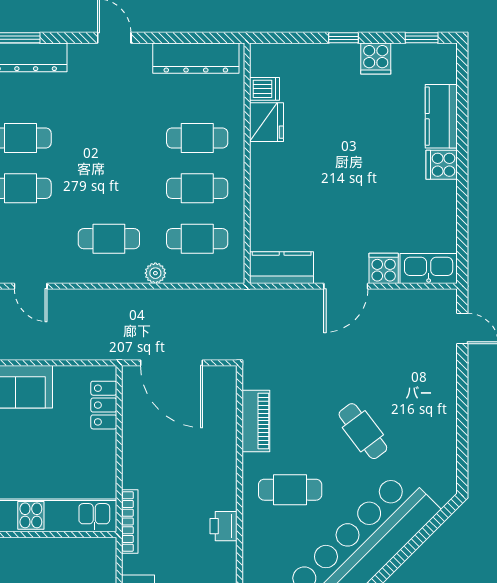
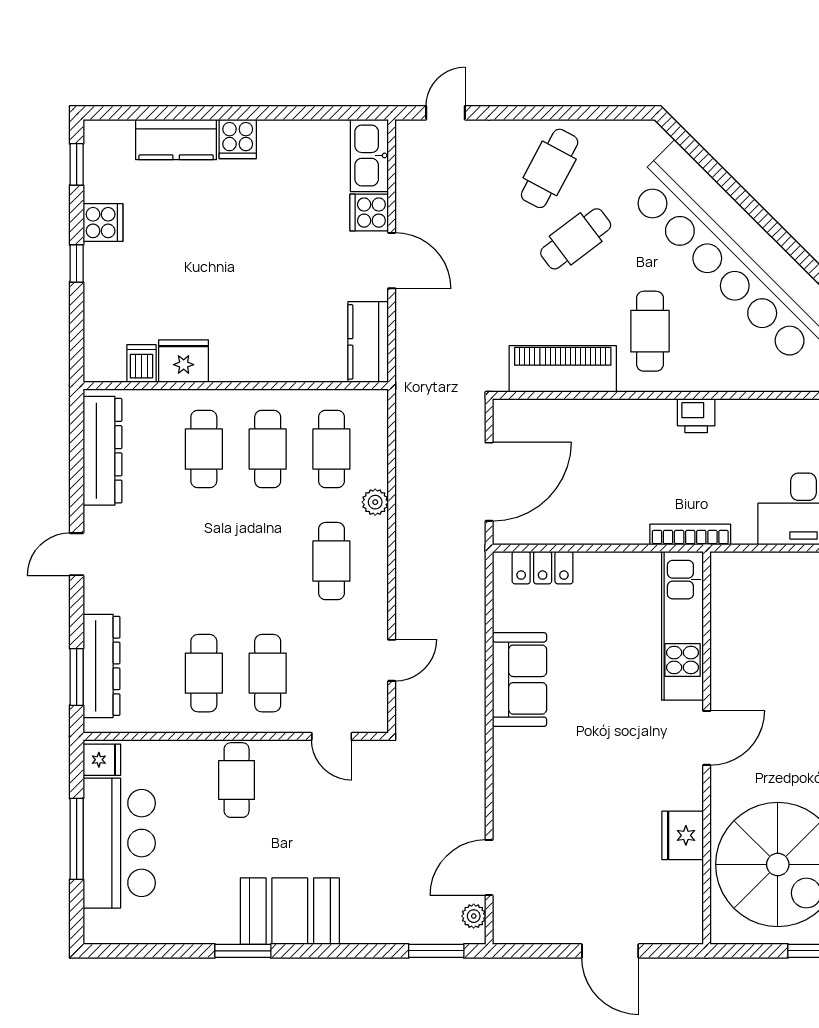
cafe table: (418, 411) -> (550, 168), added
piano: (256, 421) -> (563, 369), width x1.37, depth x1.33

